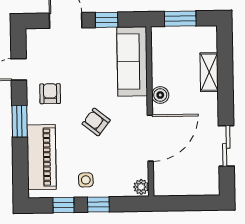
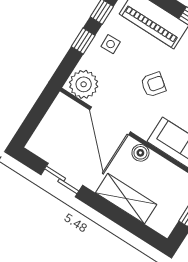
shelving: (209, 72) -> (126, 199), width x1.50, depth x1.33
plant: (141, 187) -> (84, 84), width x1.87, depth x1.87

